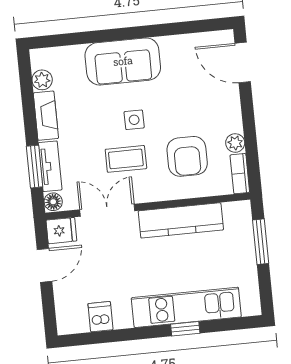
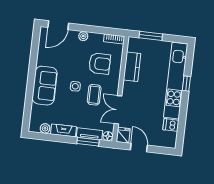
plant: (235, 143) -> (83, 36), moved
kitchen counter: (181, 220) -> (132, 67), width x0.67
kitchen unit: (186, 307) -> (176, 81), width x1.36

